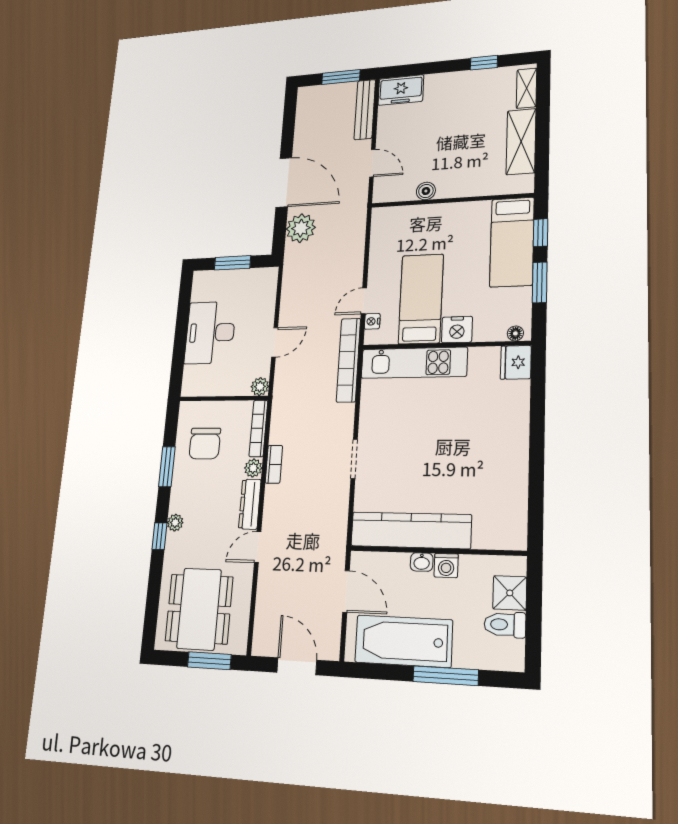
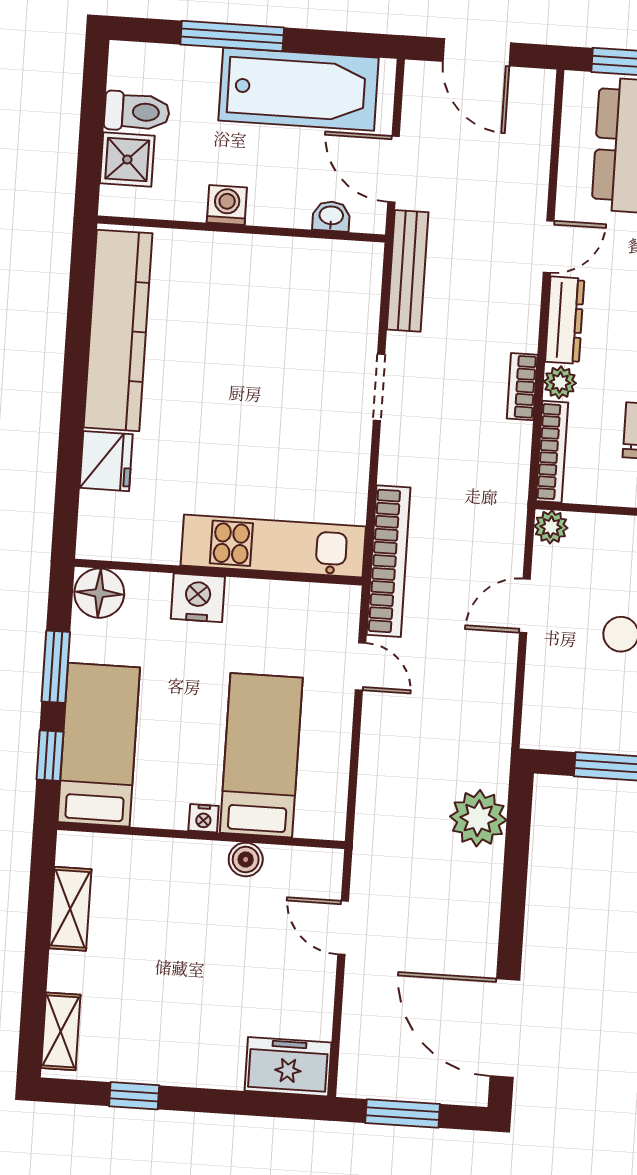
bench: (365, 109) -> (408, 271), moved
shelving: (521, 142) -> (70, 909), width x0.67, depth x0.75
door: (284, 182) -> (505, 1028), moved
bed: (421, 299) -> (261, 755), moved, turned 180
door: (364, 301) -> (360, 666), hinge flipped
nightstand: (372, 321) -> (204, 818), moved, turned 90
floor lamp: (515, 333) -> (99, 593), width x1.89, depth x1.89
fridge: (516, 362) -> (106, 461), moved
kitchen counter: (411, 530) -> (118, 330), moved, turned -90
washbasin: (422, 562) -> (331, 216), moved

